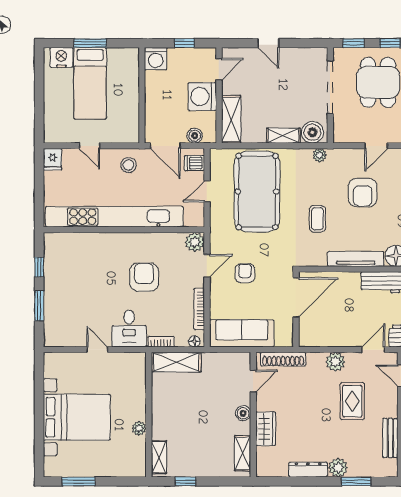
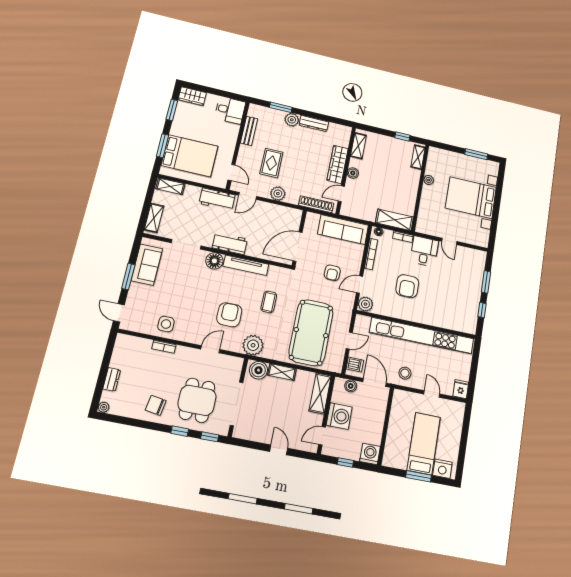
plant: (320, 155) -> (253, 345), width x1.88, depth x1.88
wardrobe: (266, 429) -> (338, 164), width x1.50

